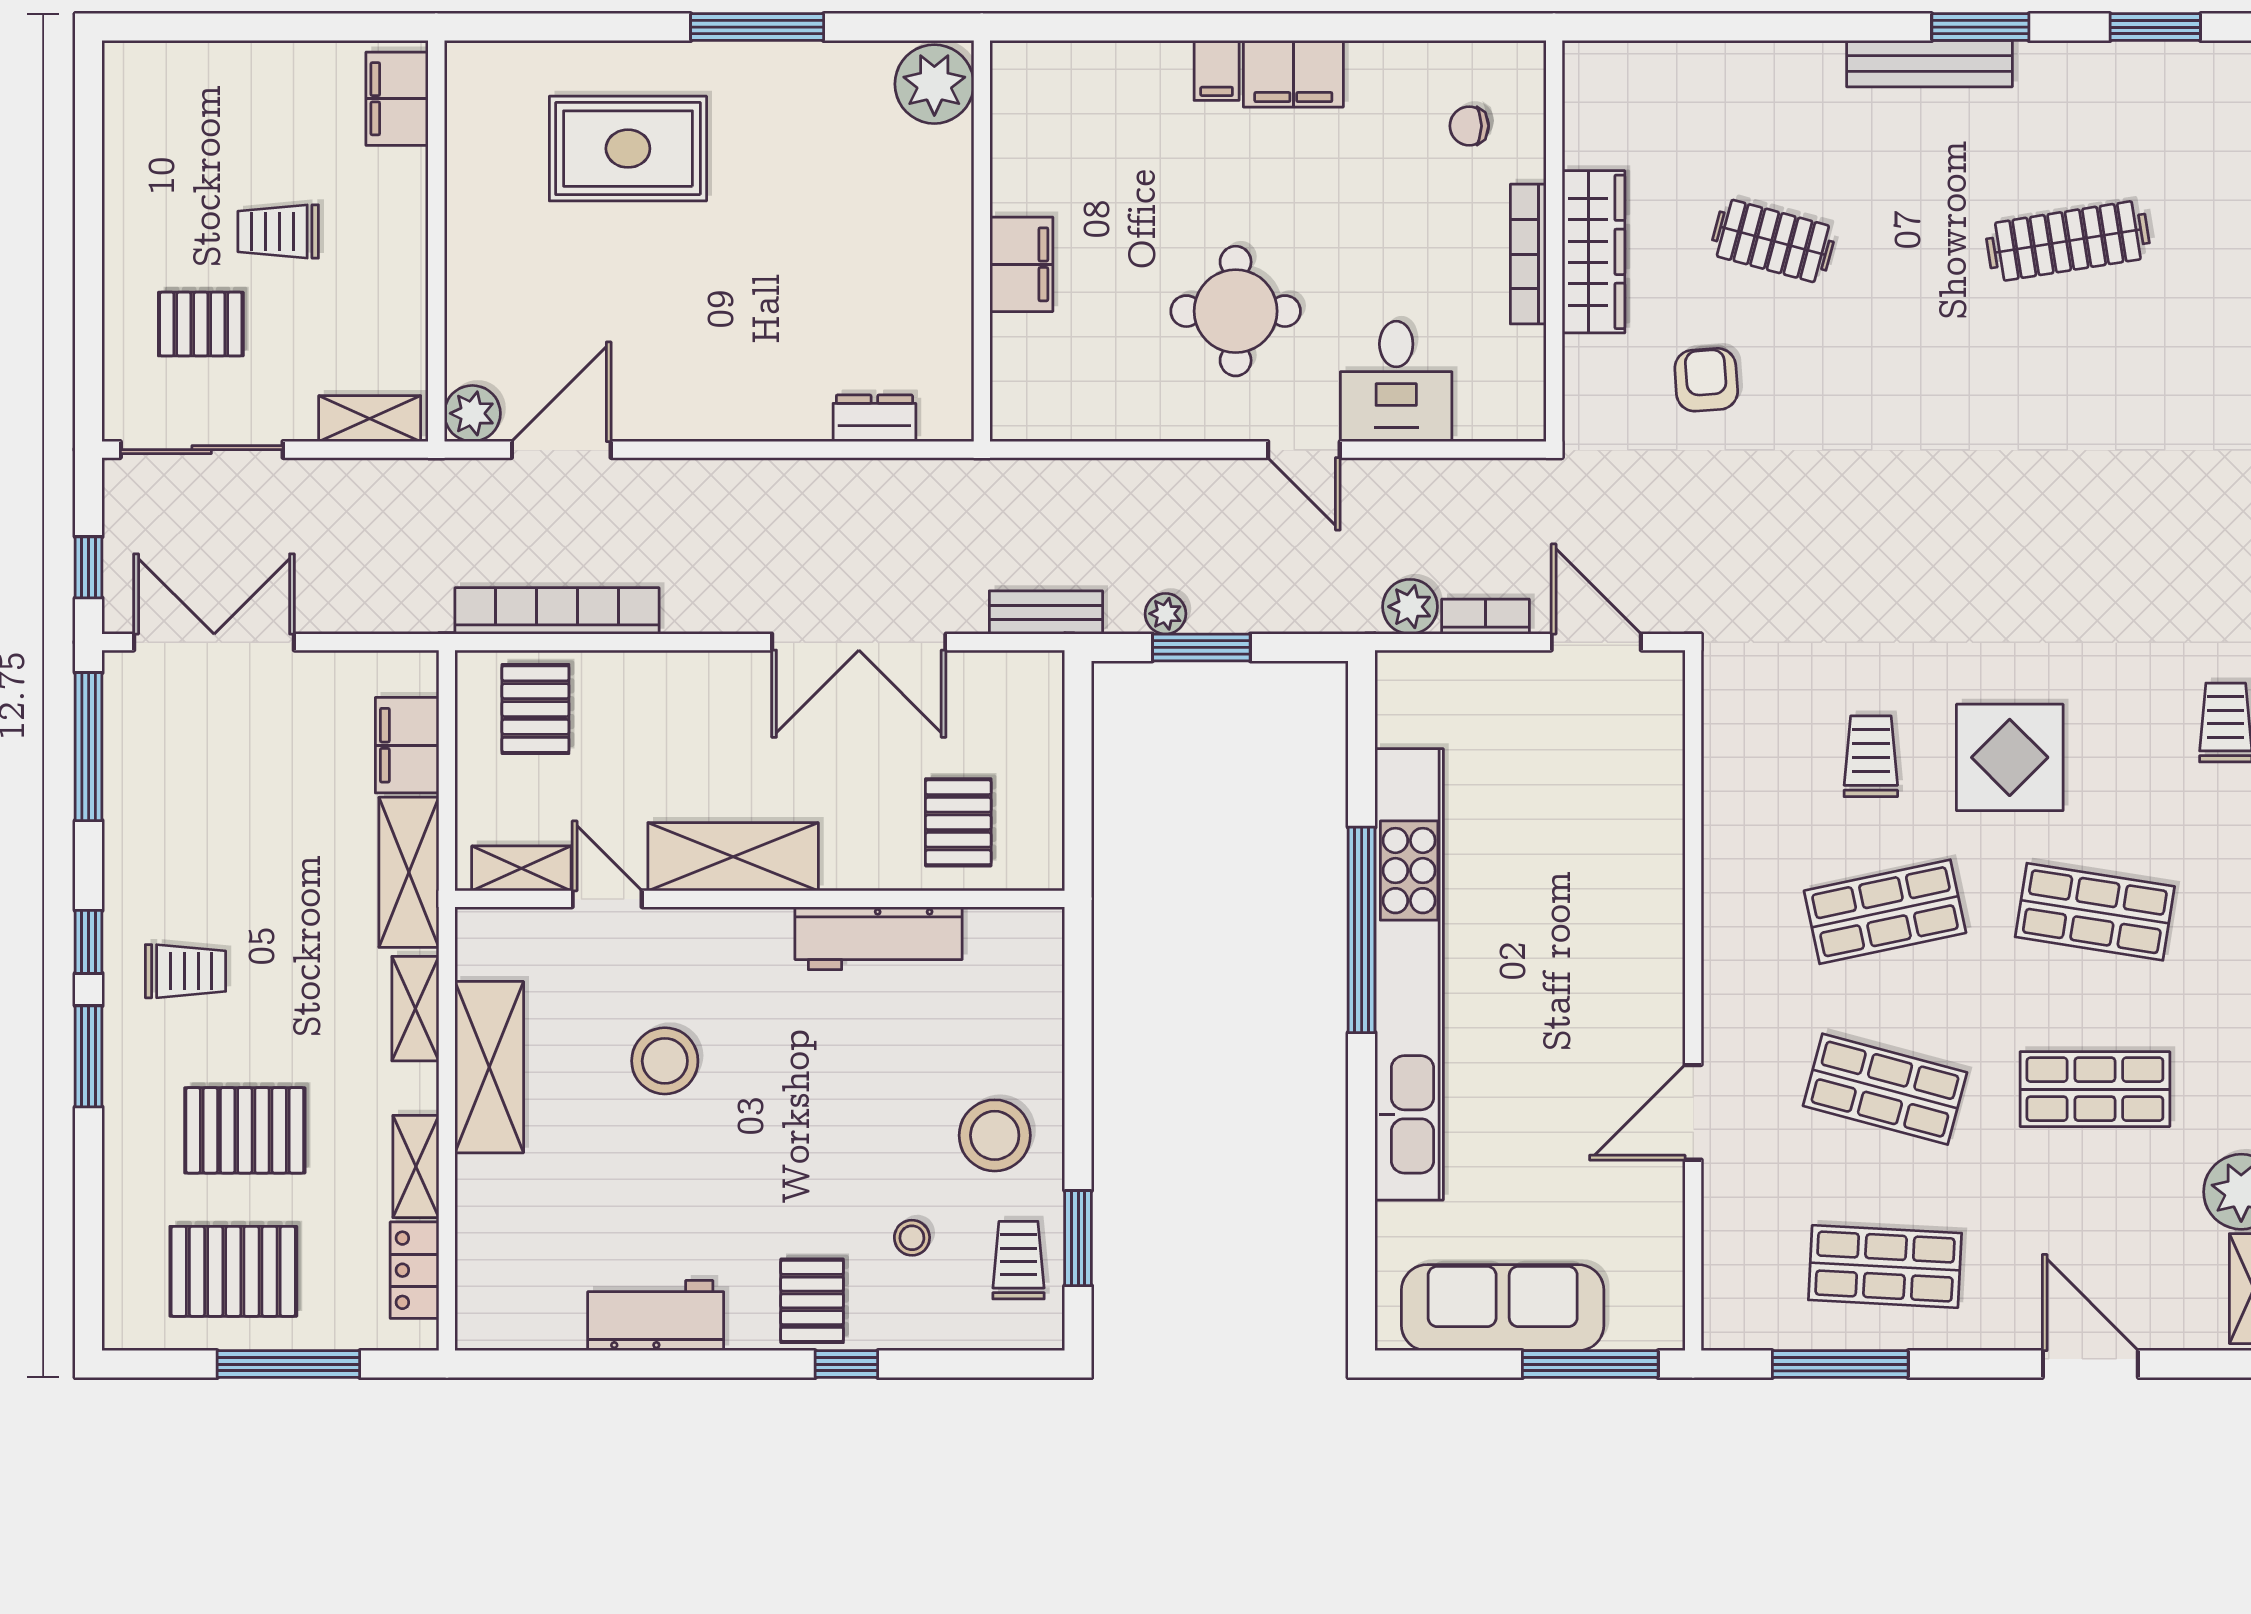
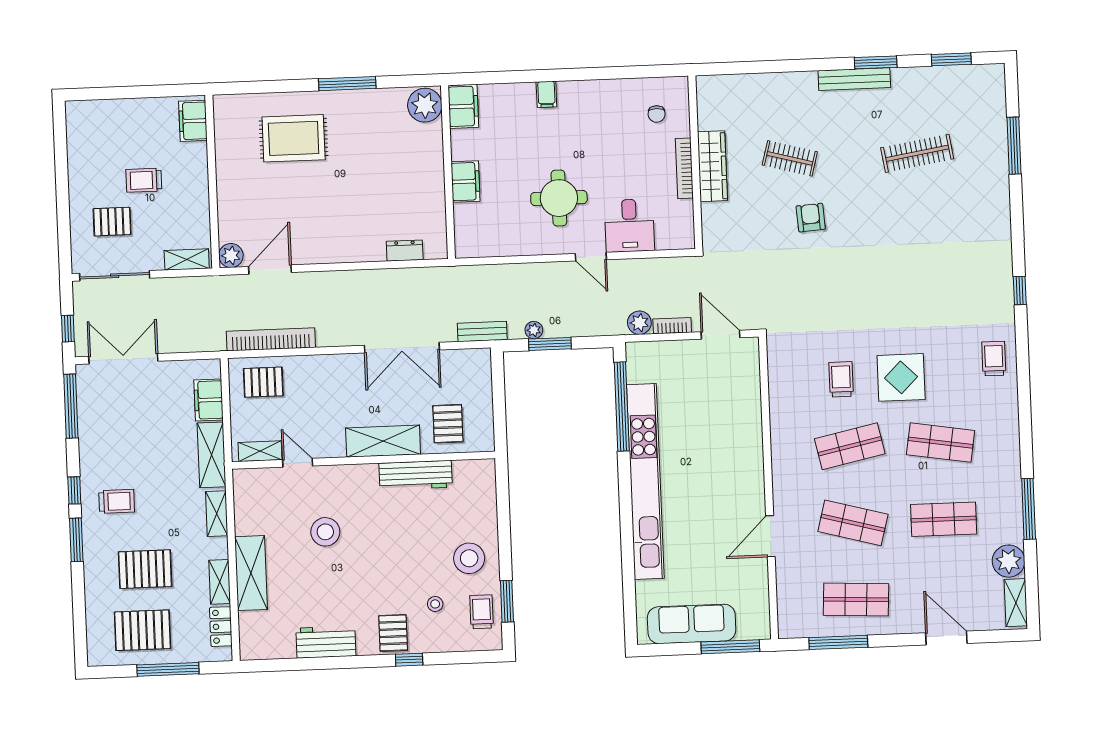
filing cabinet: (1293, 74) -> (463, 106), moved, turned -90
chair: (1469, 126) -> (657, 114), turned -90
armchair: (1706, 380) -> (811, 218), moved
pallet: (535, 709) -> (263, 382), turned 90
shelving: (733, 857) -> (383, 441), moved
window: (1362, 930) -> (622, 406), moved
shelving: (489, 1067) -> (251, 573), moved

